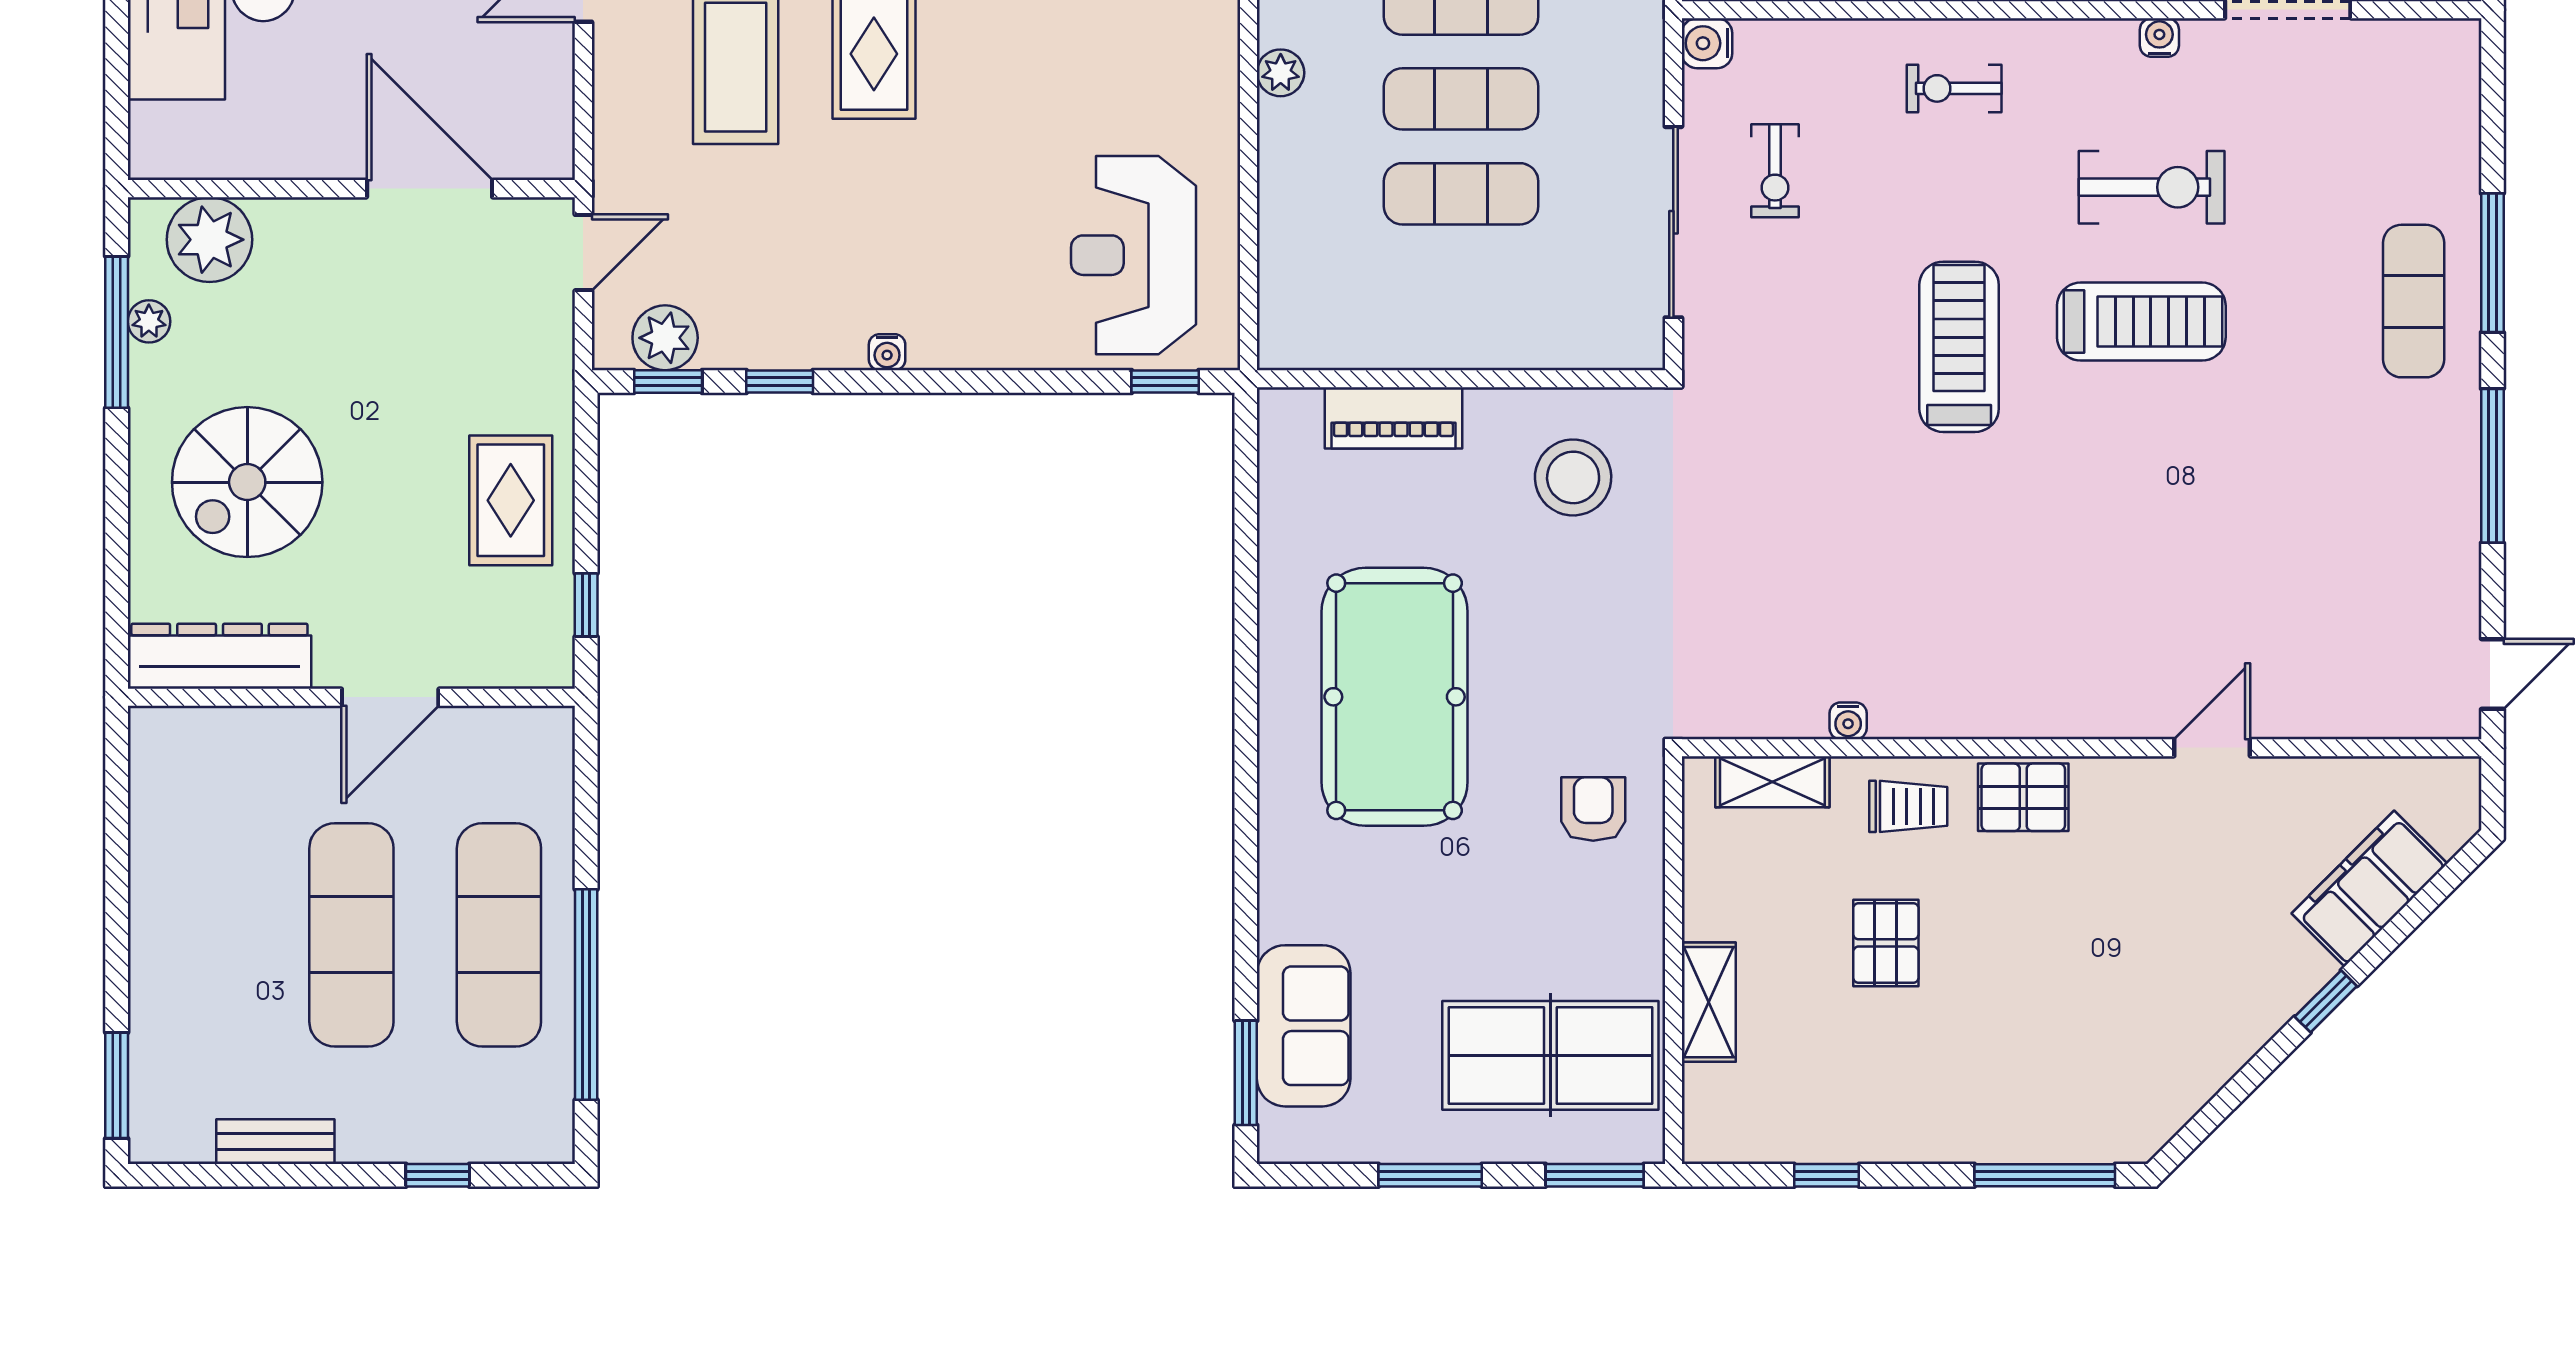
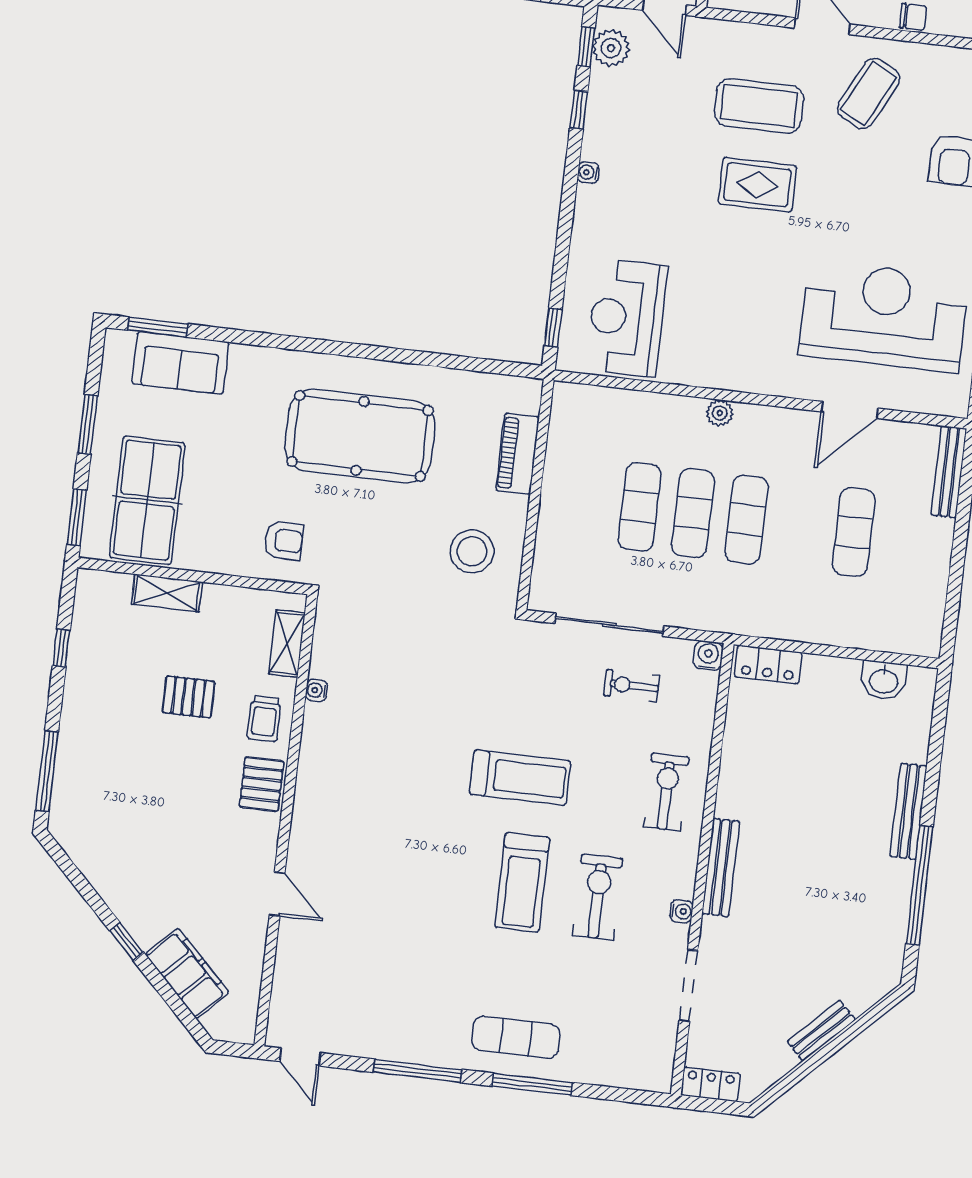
exercise bike: (1954, 88) -> (666, 792), width x1.38, depth x1.39
exercise bike: (2152, 187) -> (597, 897), turned 180
reception desk: (1134, 255) -> (627, 318), turned -90

